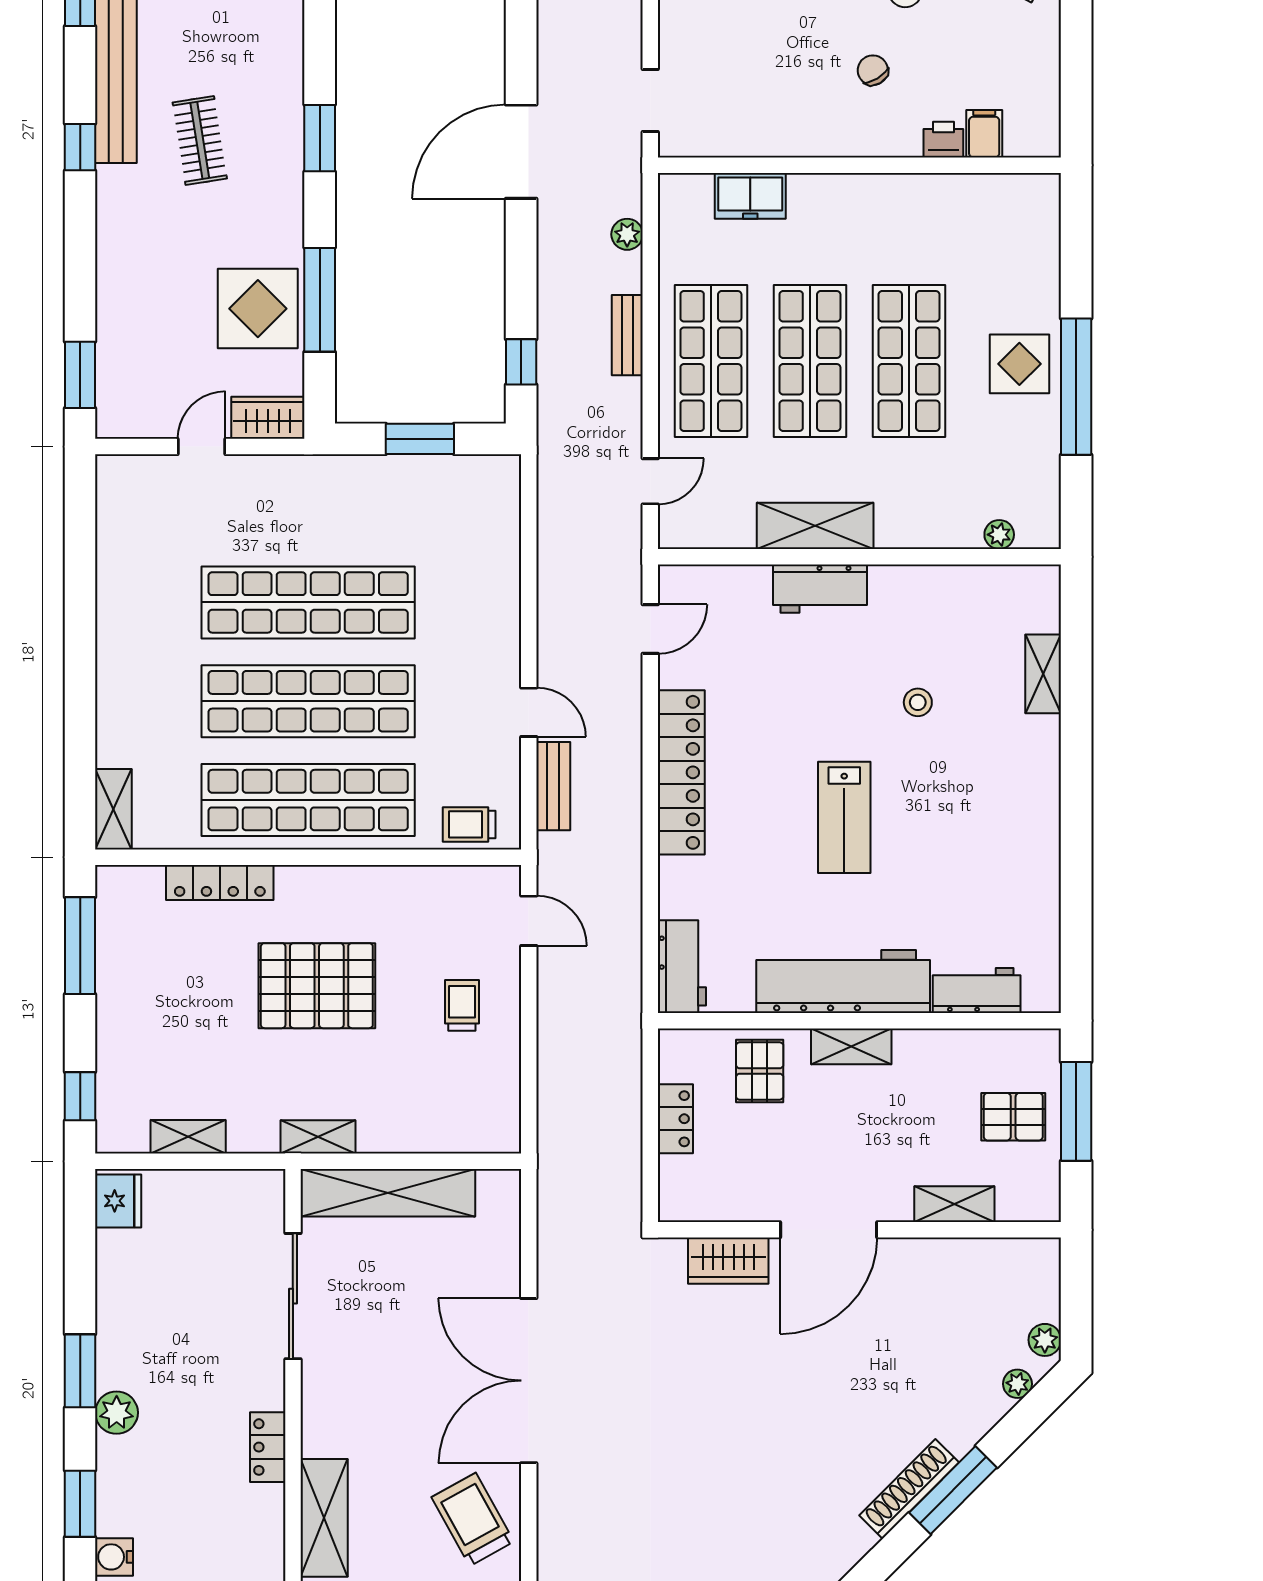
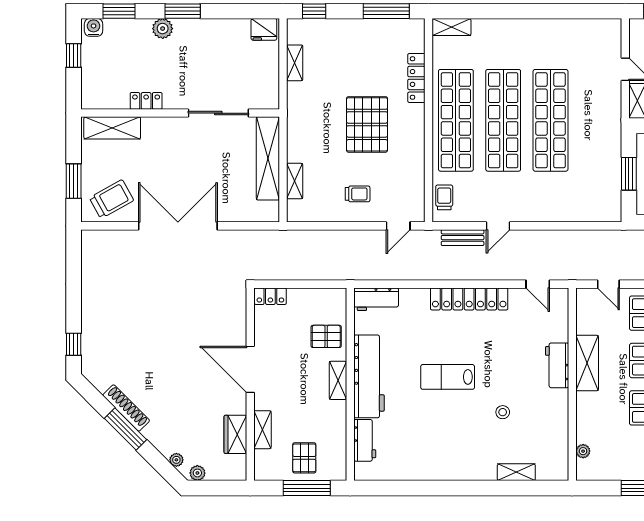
locker: (675, 1119) -> (270, 296), moved
shelving: (318, 1137) -> (295, 181), moved
wardrobe: (728, 1261) -> (235, 434), moved

